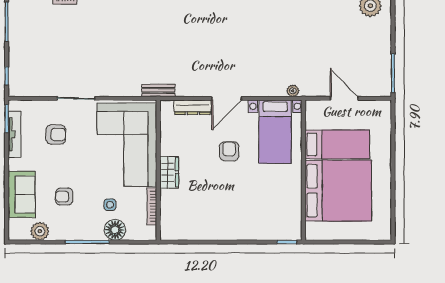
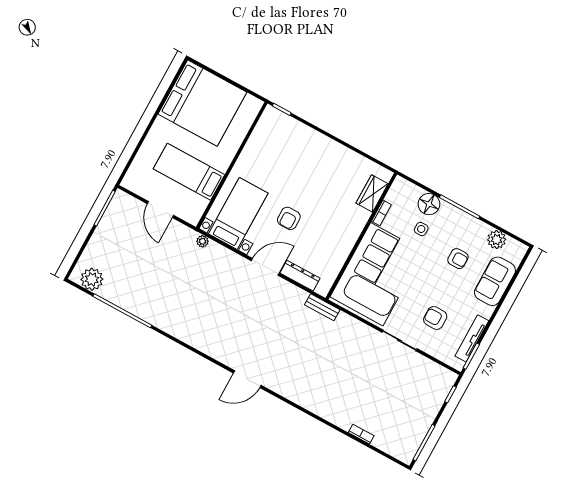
wardrobe: (169, 172) -> (372, 193), moved
bed: (338, 191) -> (202, 103), moved, turned 180
bookcase: (152, 206) -> (381, 213), width x0.64

